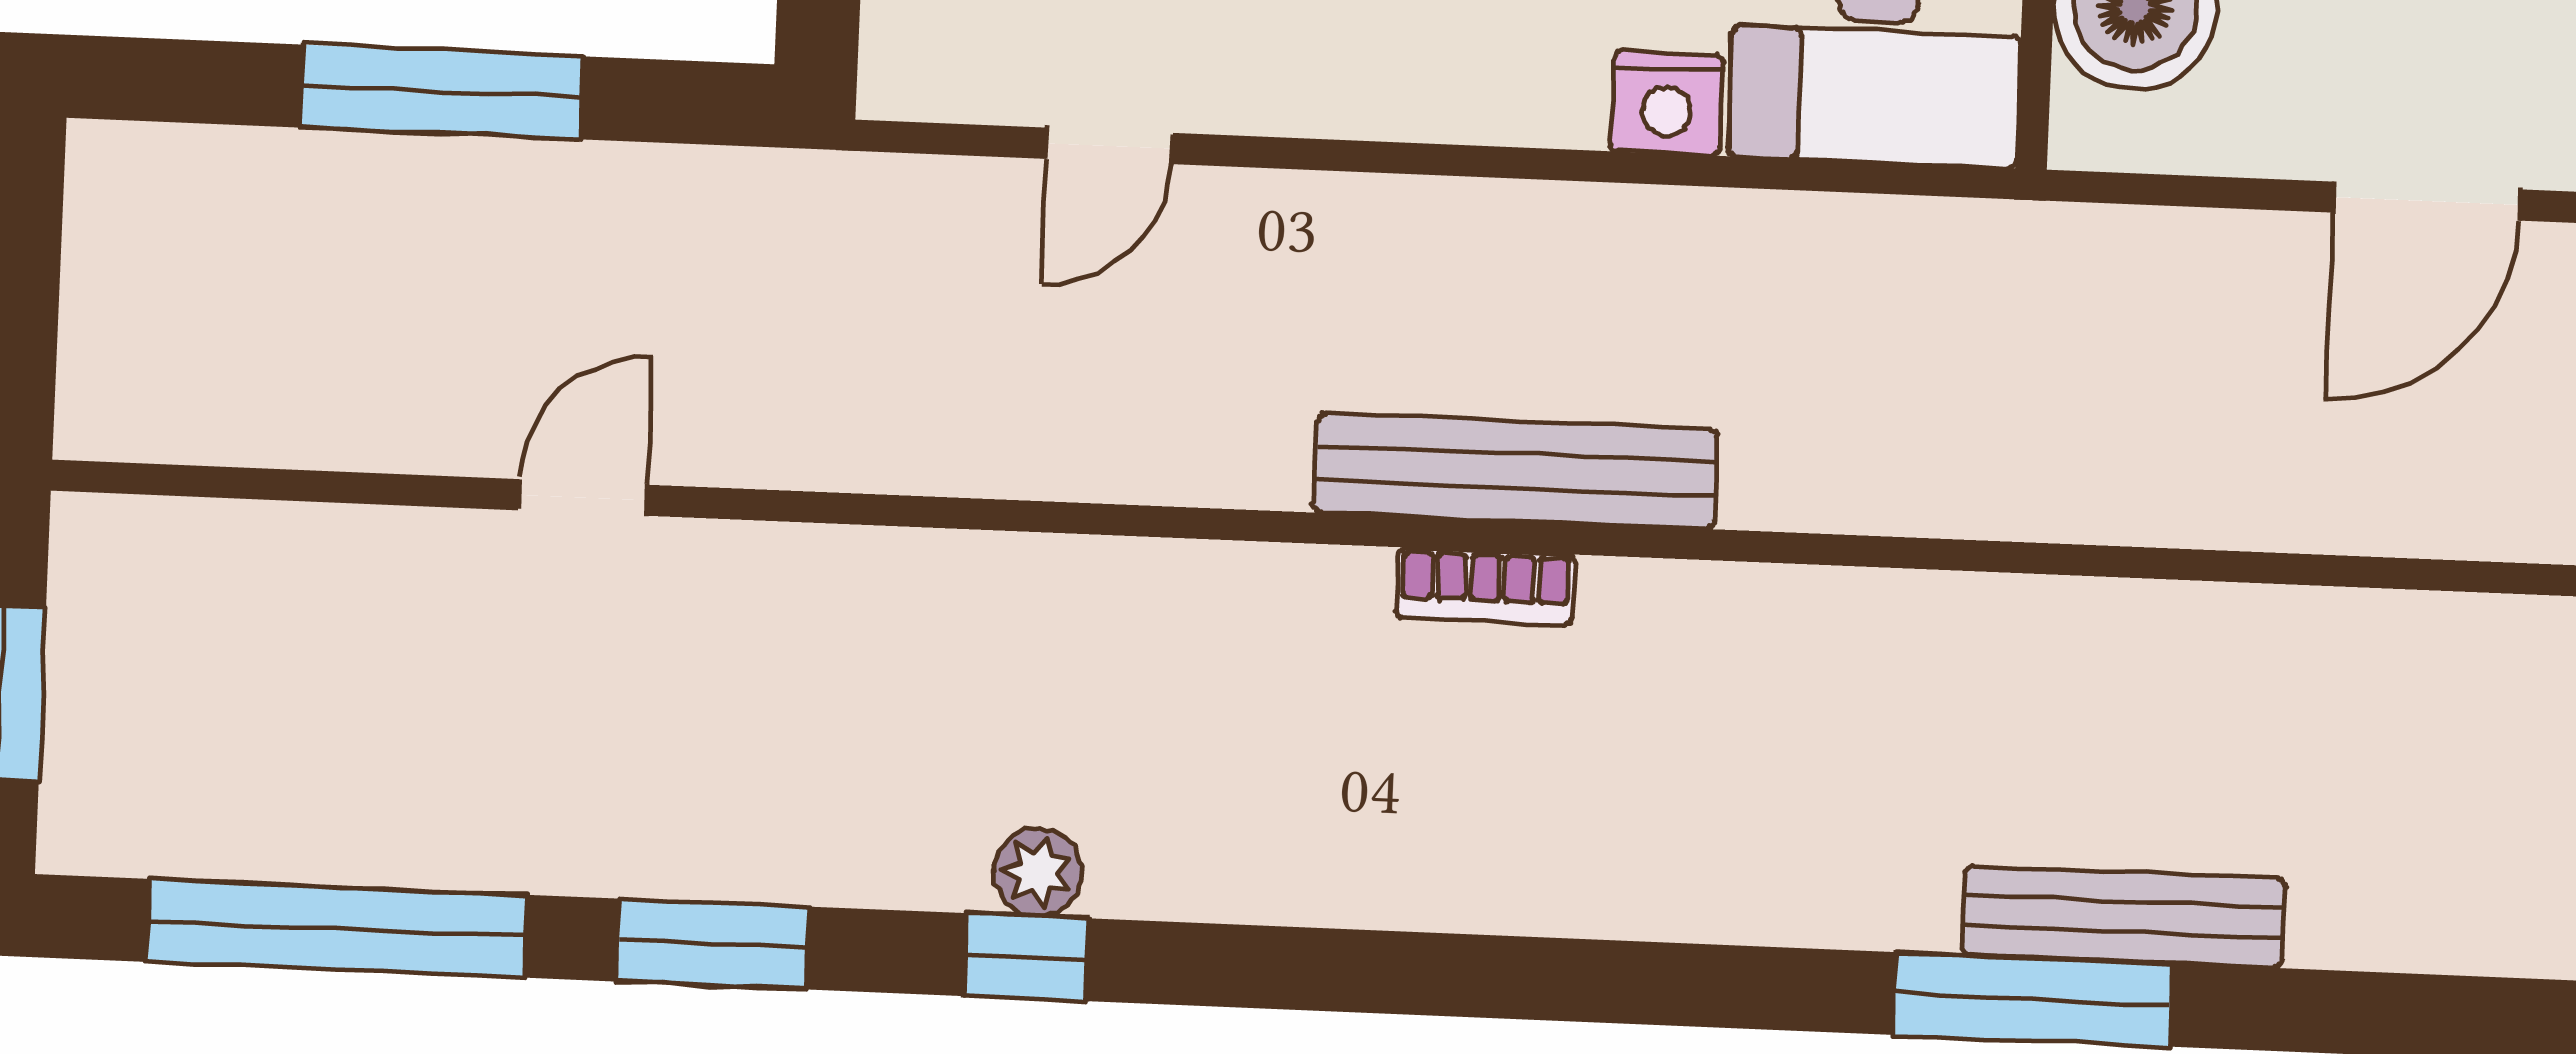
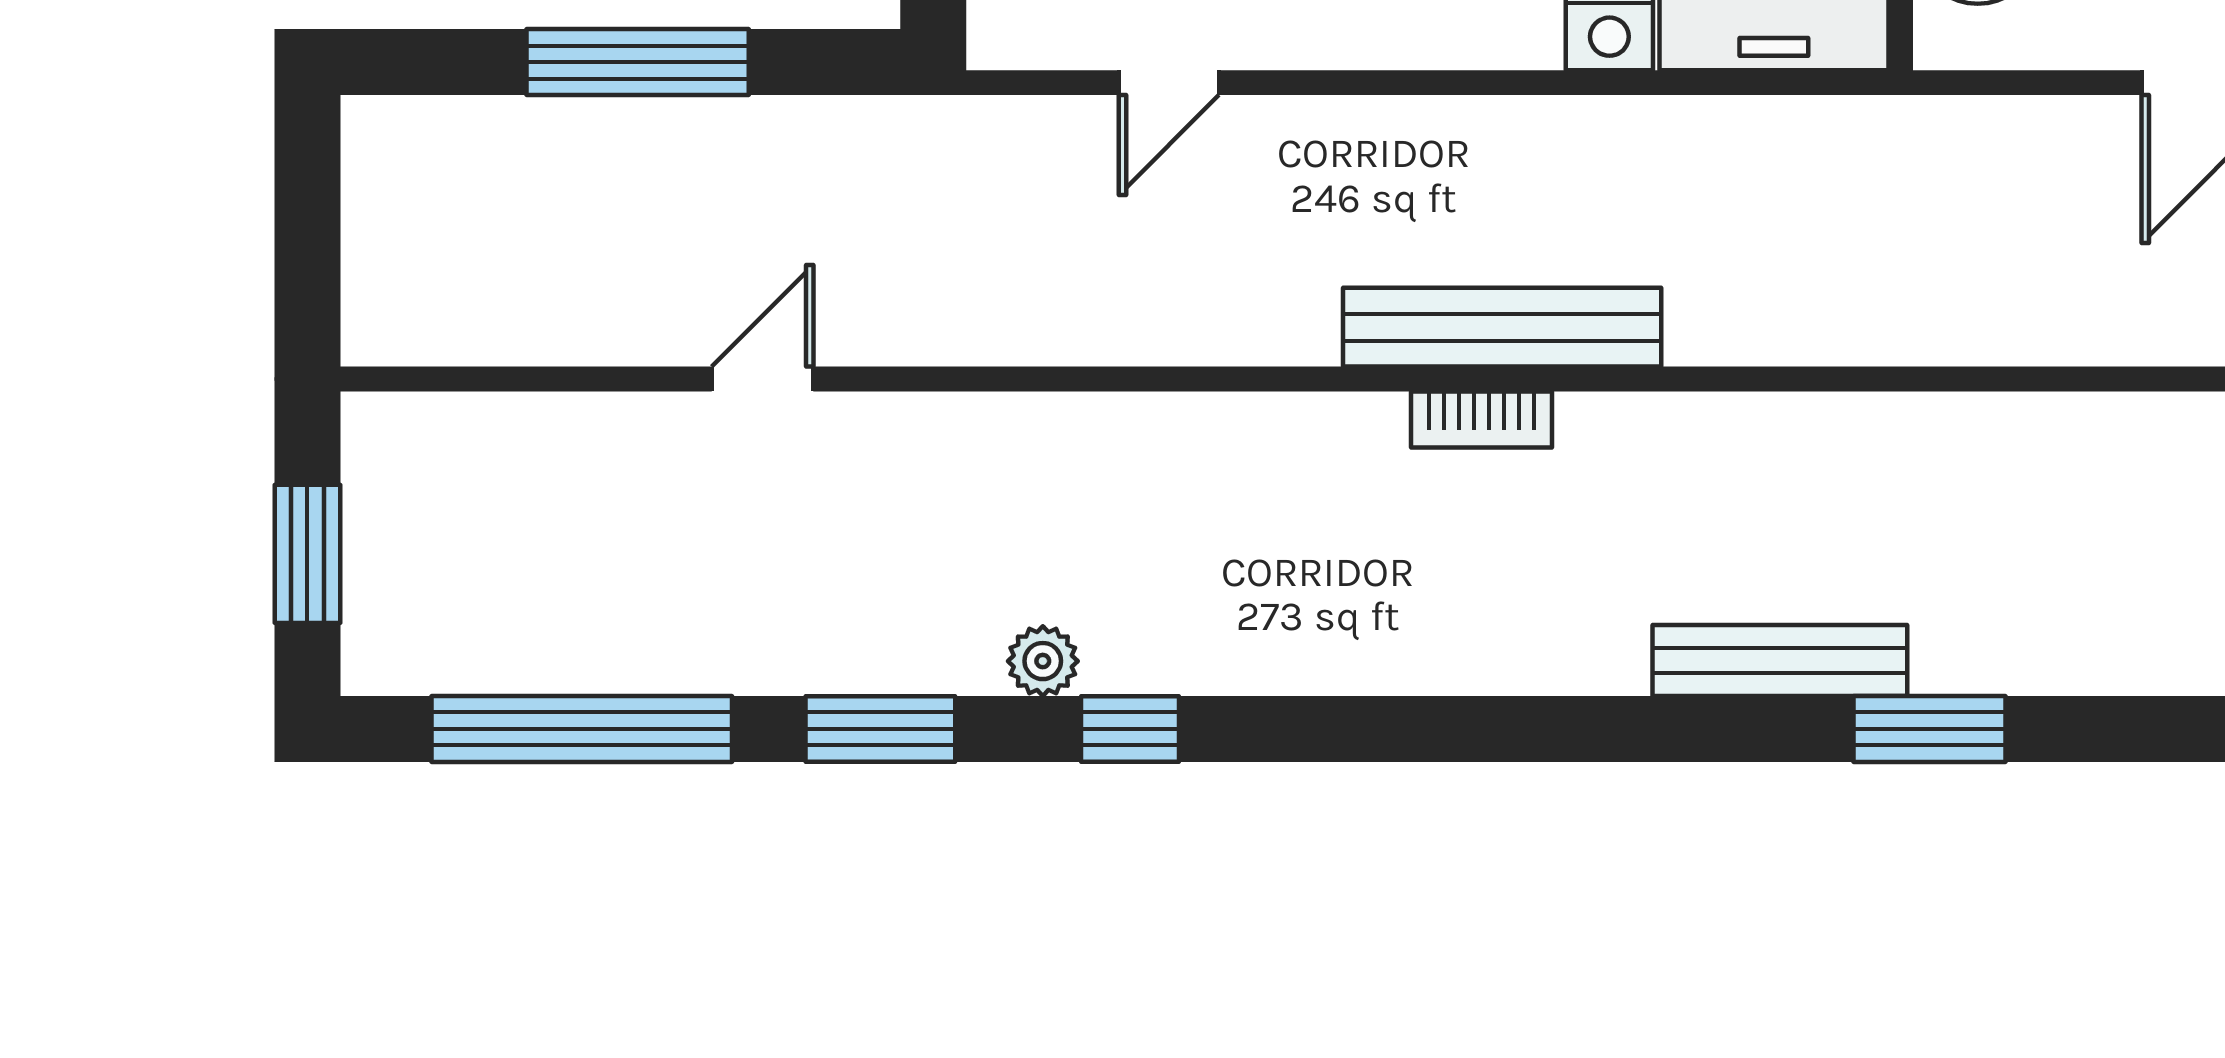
plant: (1038, 872) -> (1043, 661), moved
bench: (2123, 917) -> (1780, 660), moved
window: (2033, 999) -> (1929, 729), width x0.69

